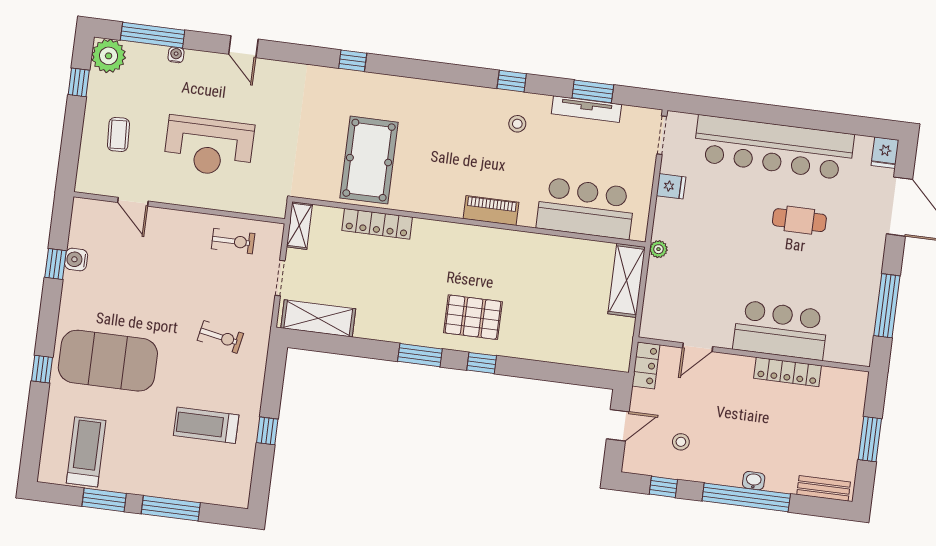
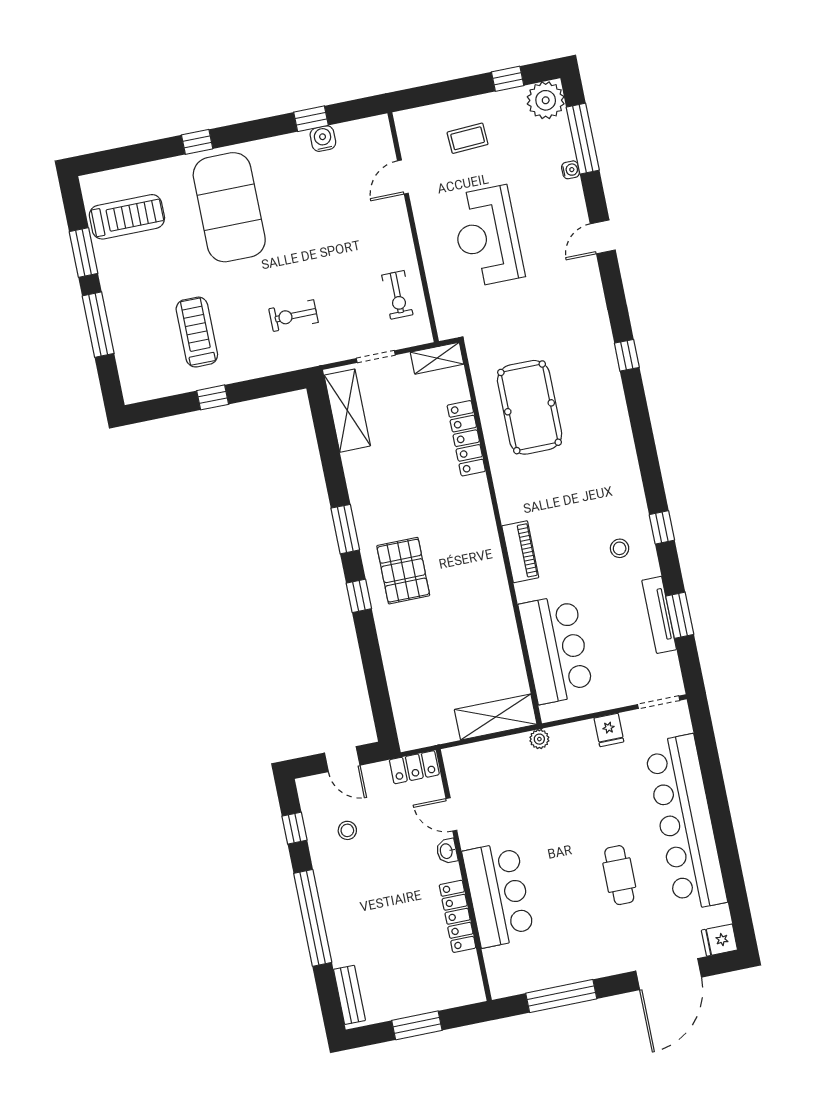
pool table: (369, 160) -> (530, 407), turned 90
exercise bike: (220, 337) -> (294, 316), turned 79
washbasin: (754, 481) -> (447, 851), moved, turned 180

